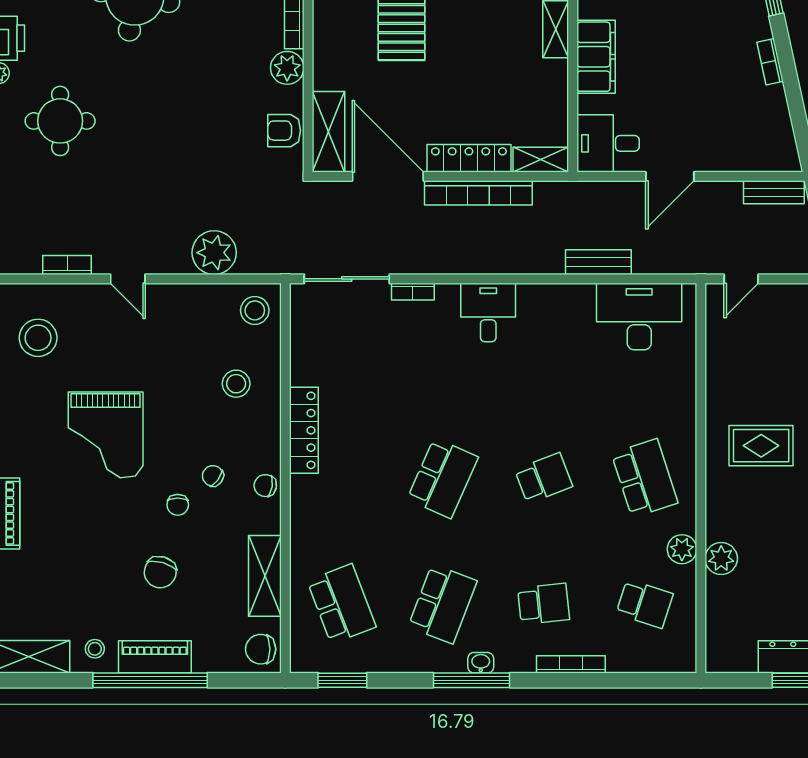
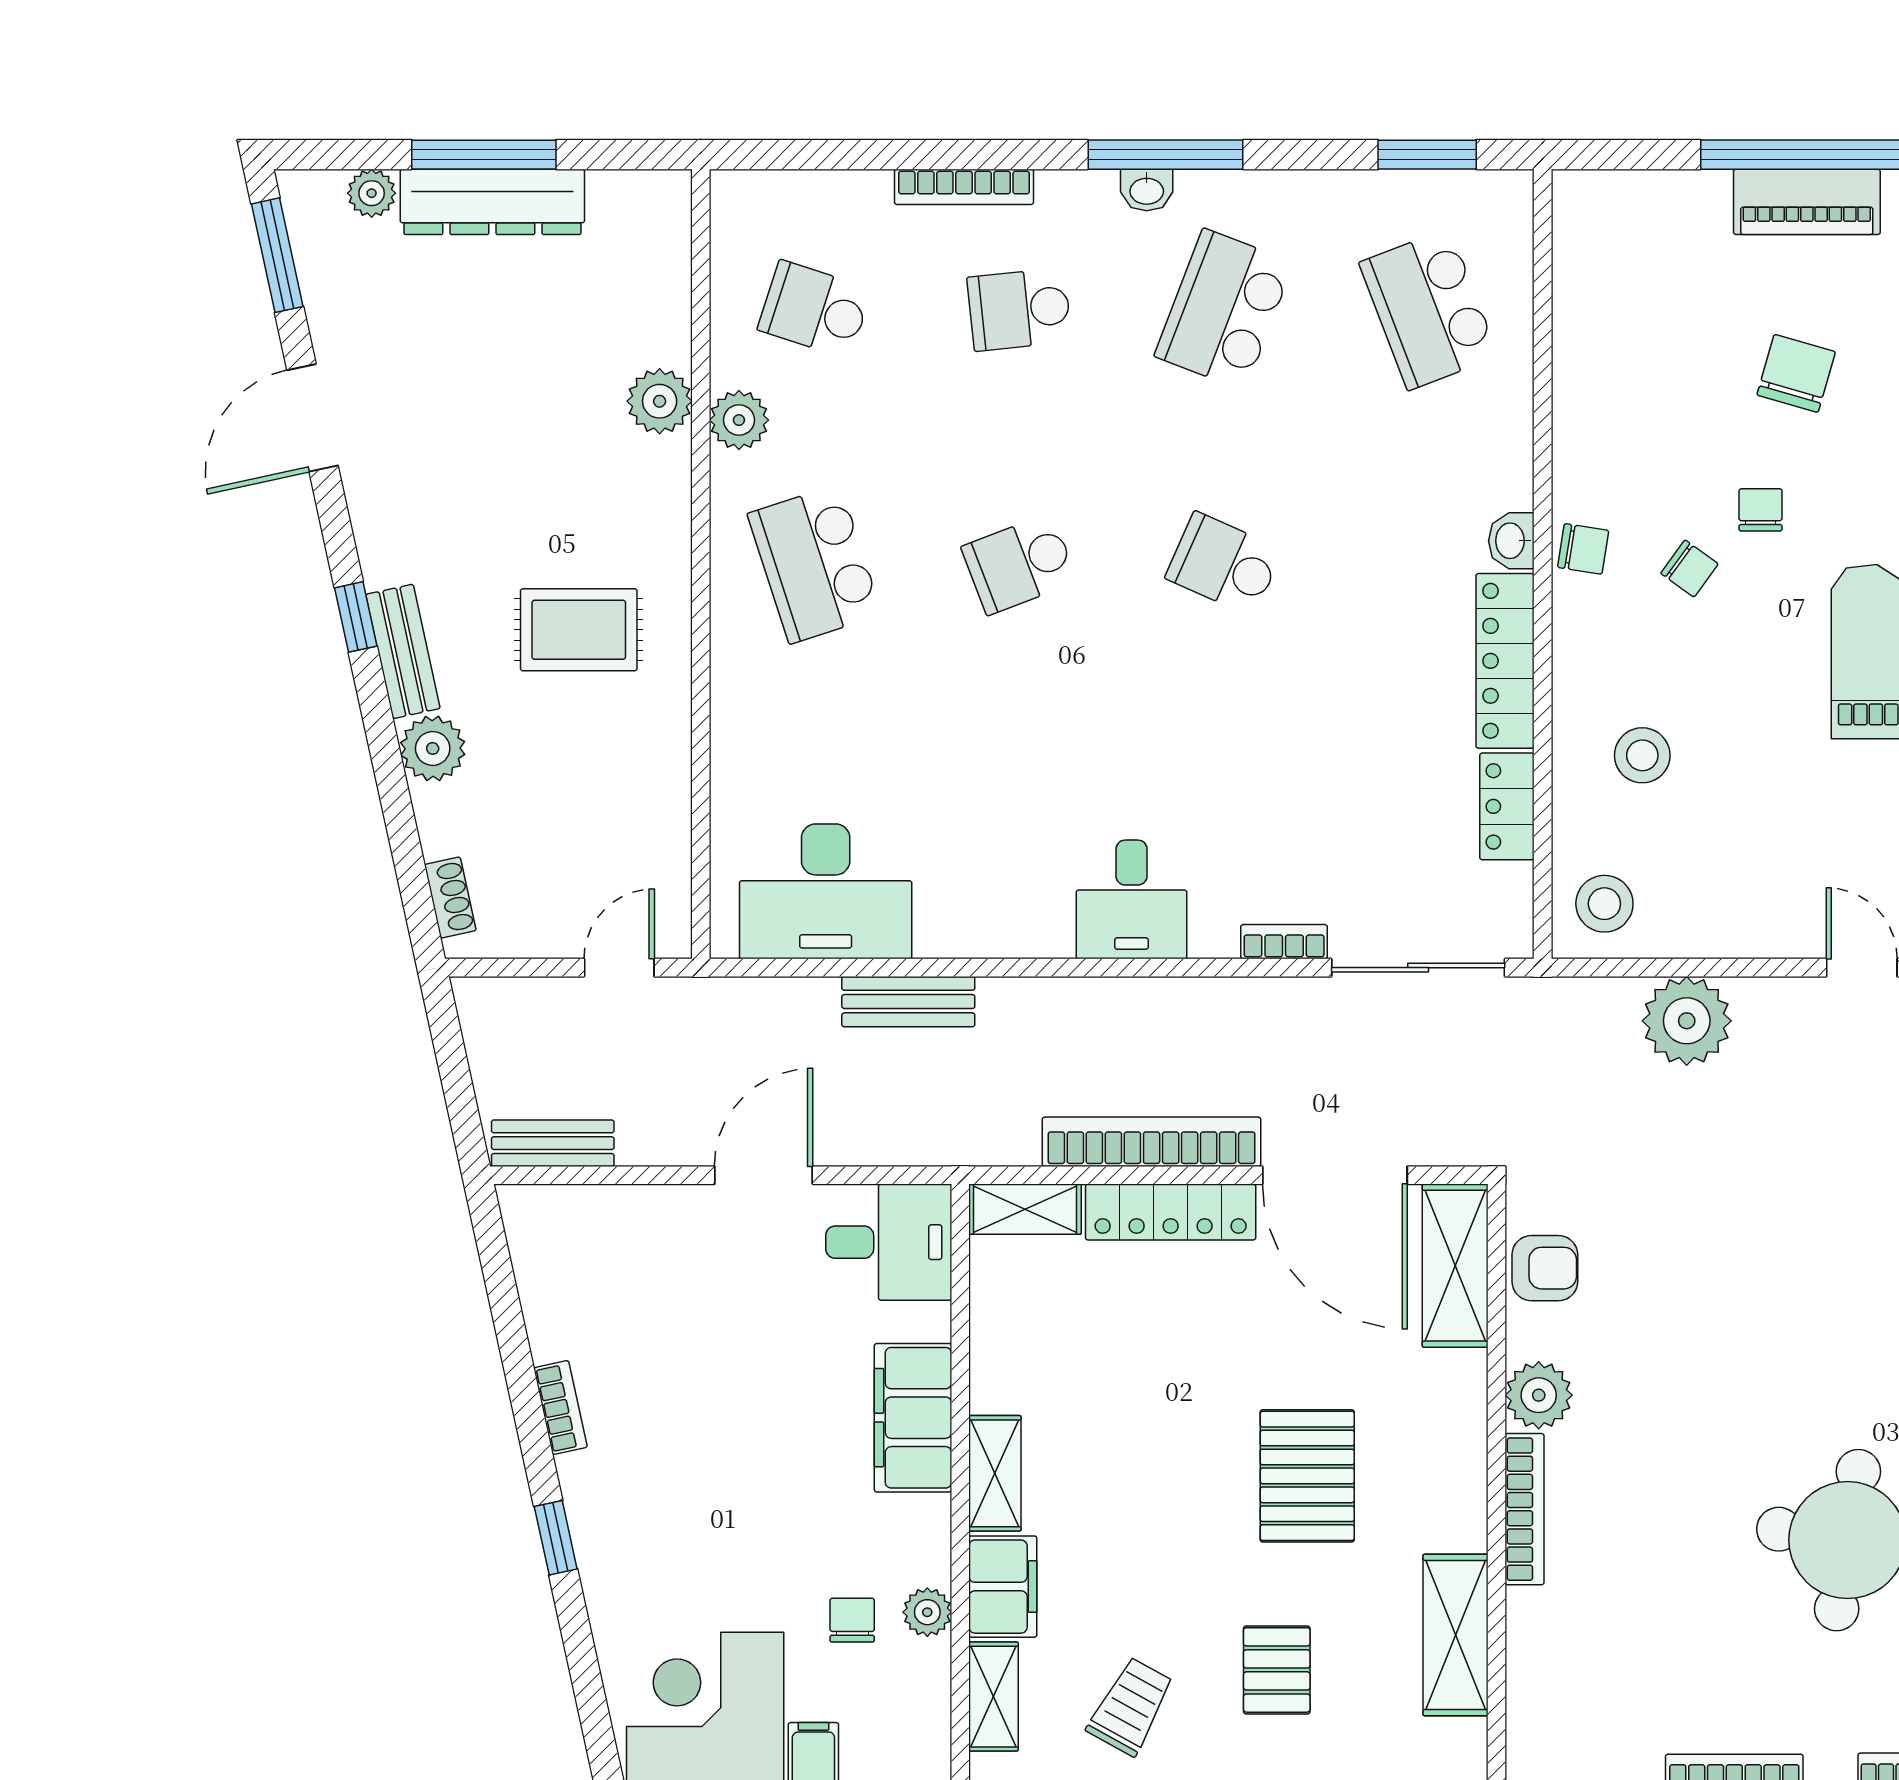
locker: (303, 358) -> (1507, 806), added
school desk: (443, 478) -> (1224, 564), width x0.54
washbasin: (301, 490) -> (1511, 541), added
shelving: (265, 576) -> (1584, 366), removed
chair: (261, 649) -> (1593, 217), removed

